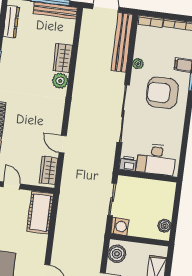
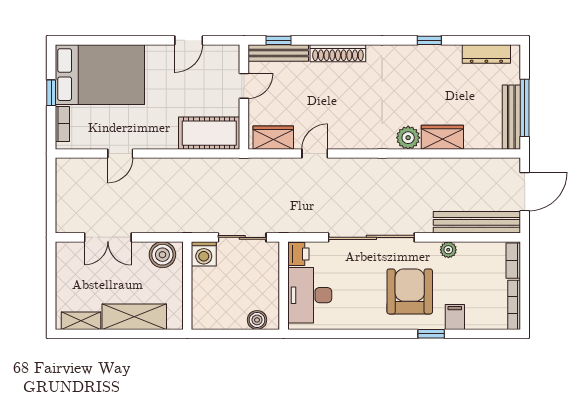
boiler: (165, 226) -> (257, 320), moved

